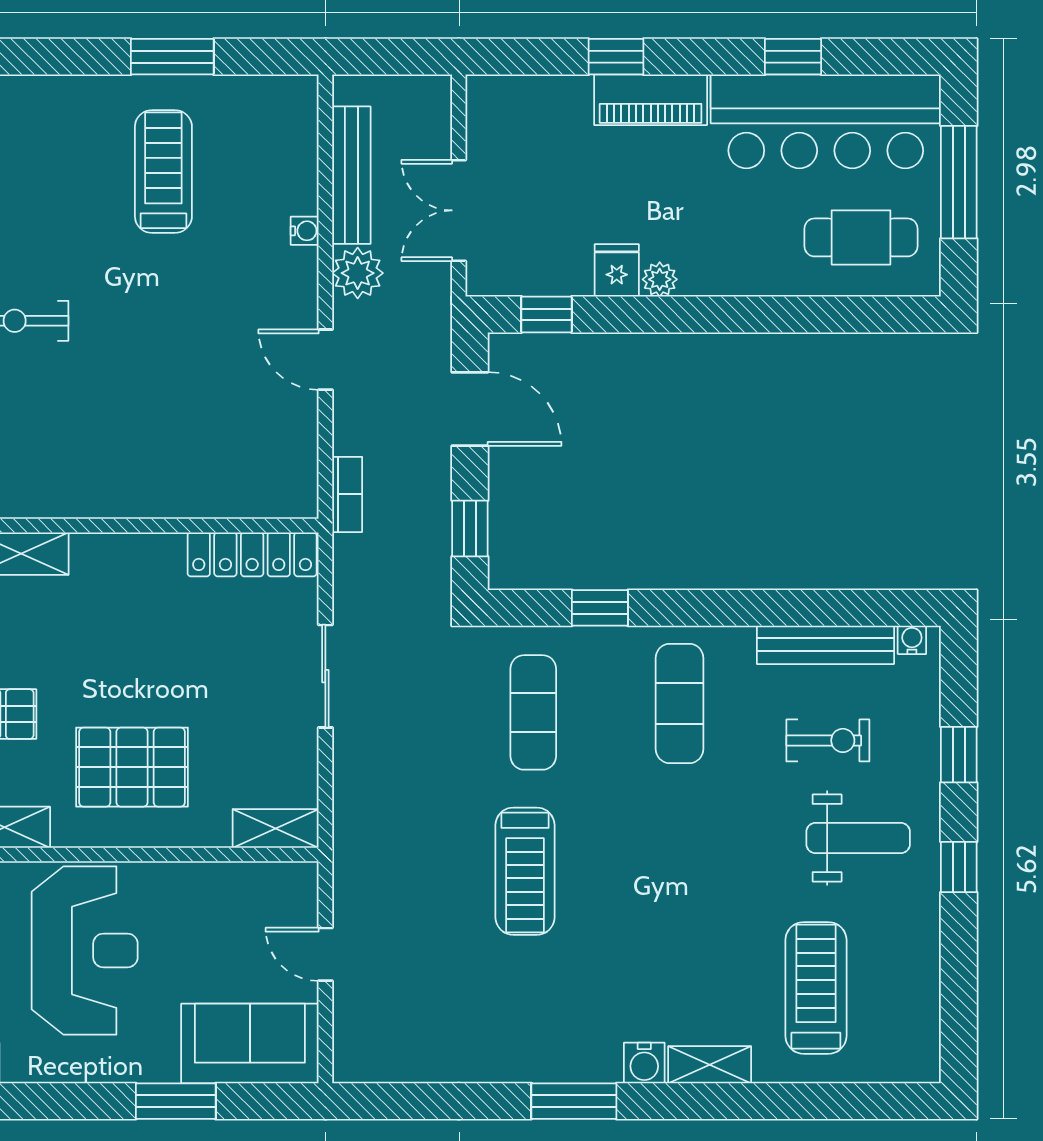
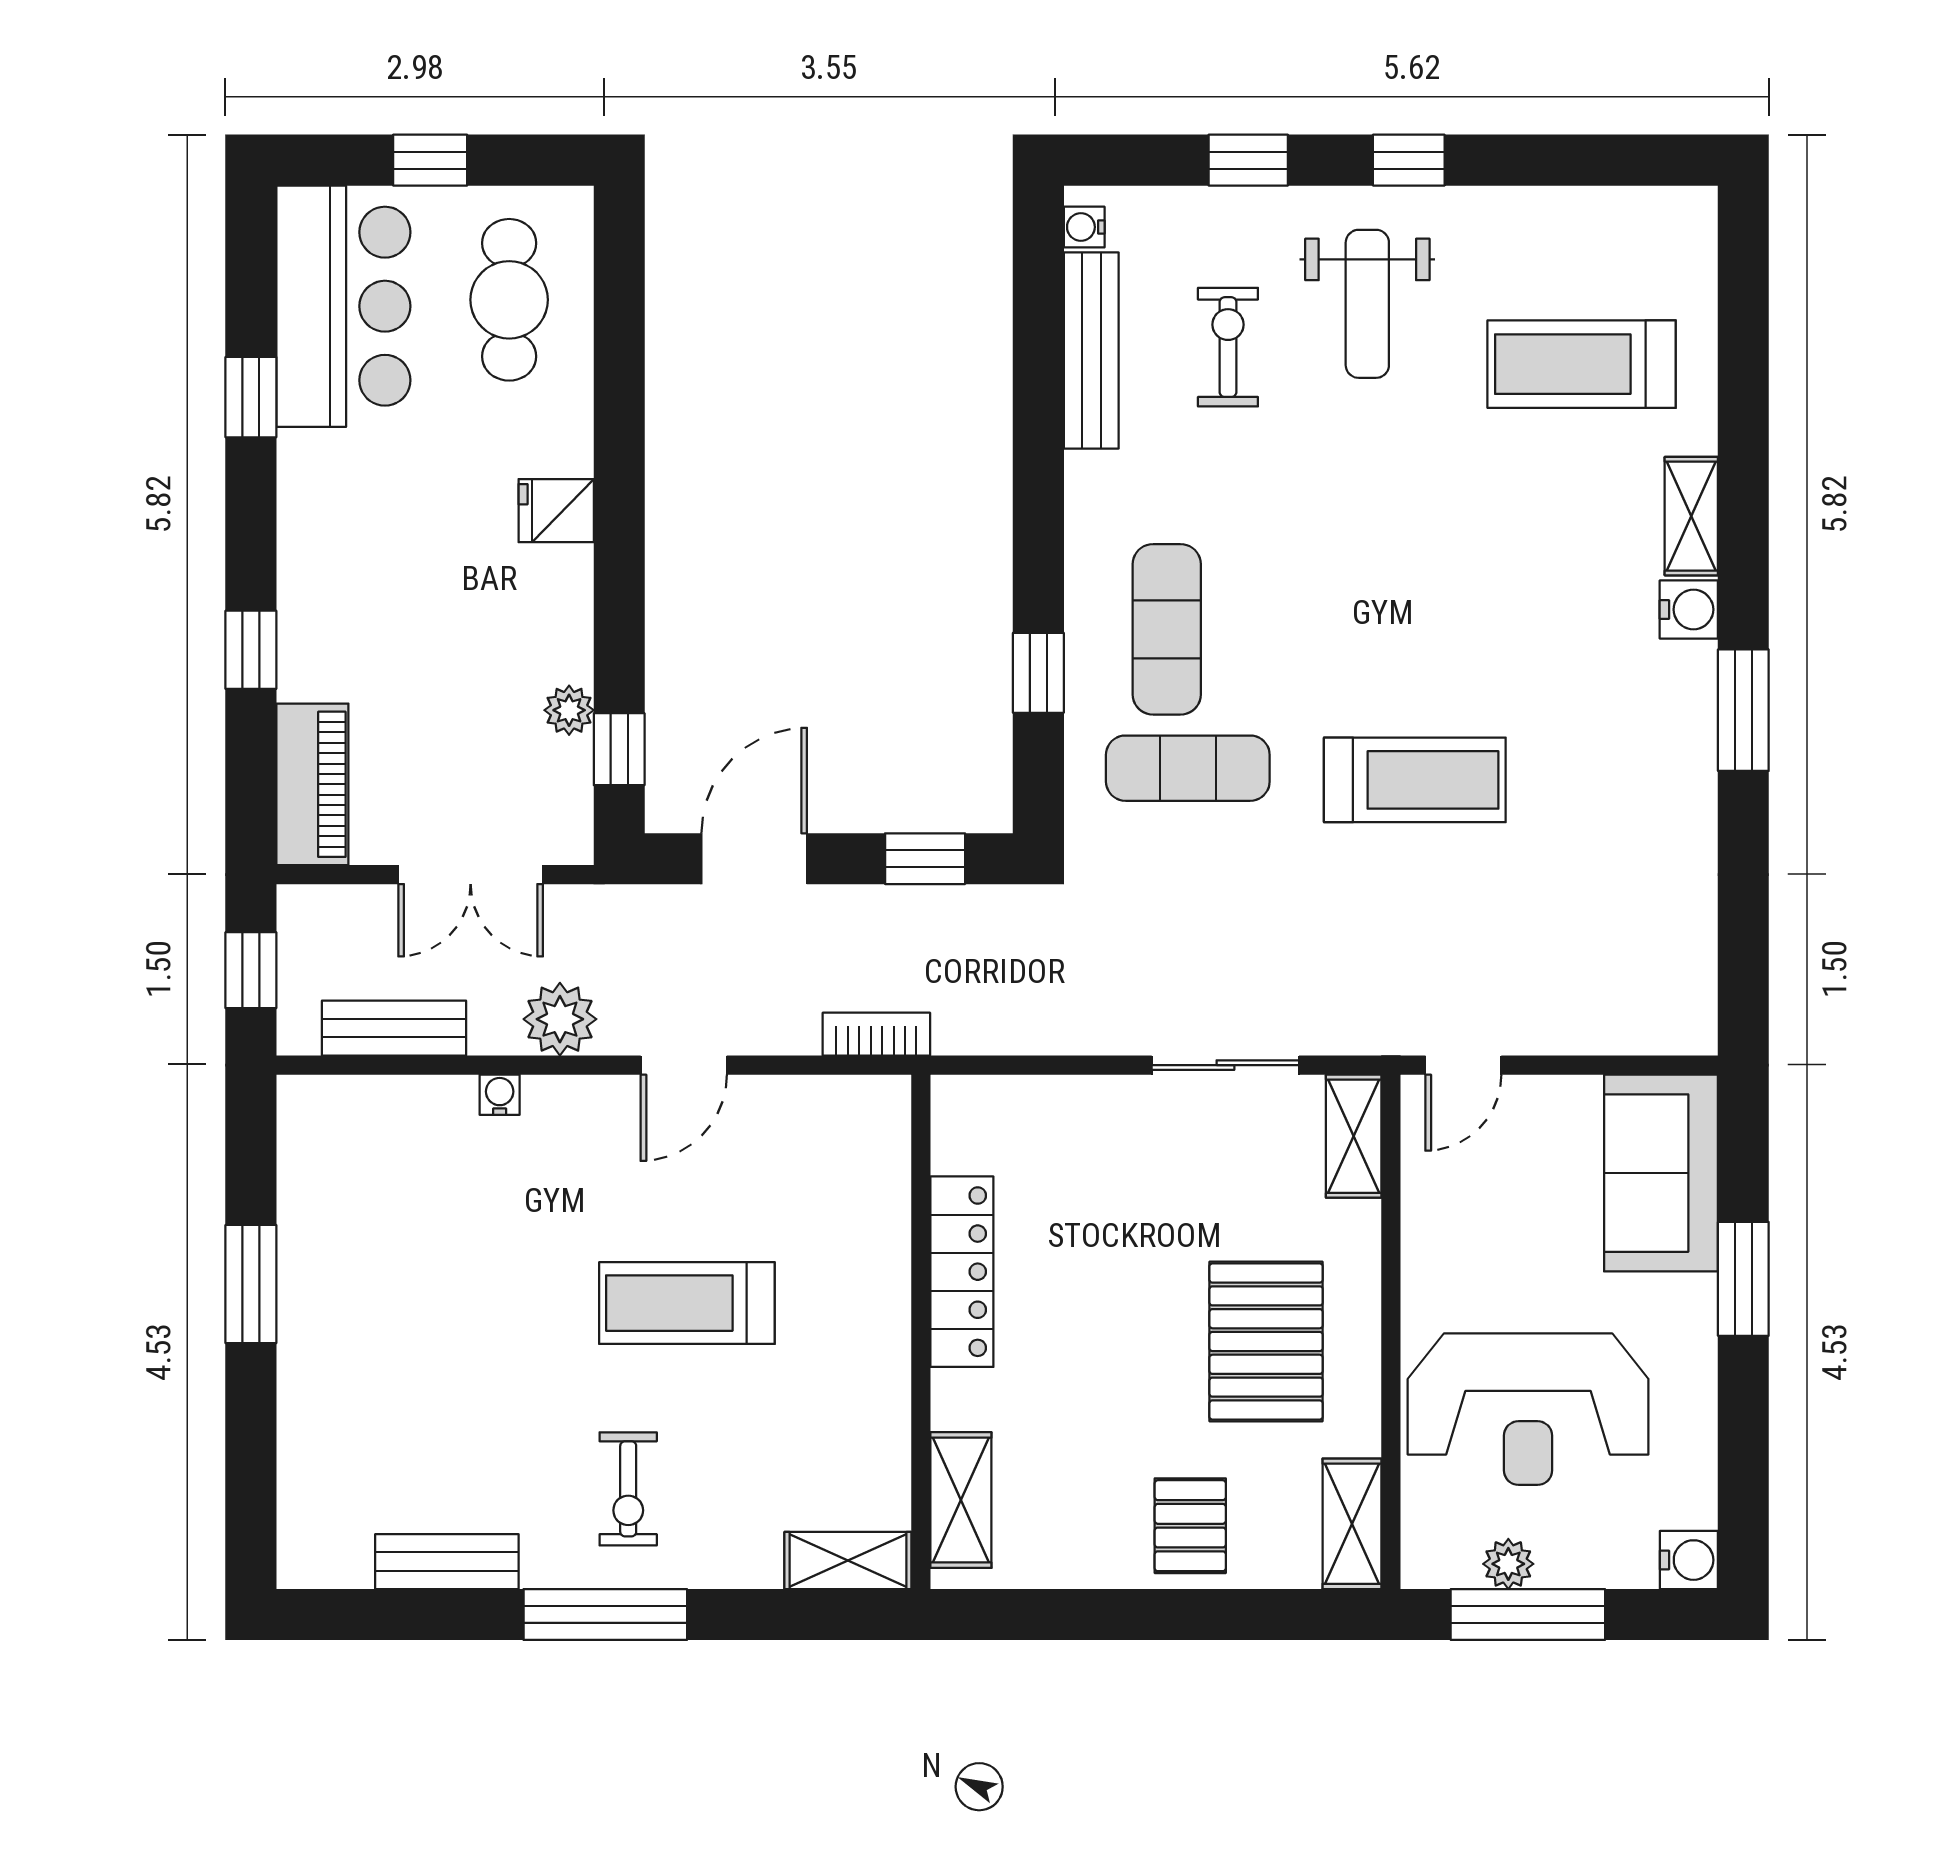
window: (392, 57) -> (251, 970), added
piano: (651, 100) -> (312, 784), moved
bar counter: (826, 121) -> (343, 306), width x0.73
treadmill: (163, 171) -> (687, 1303), moved
bench: (351, 175) -> (394, 1028), width x0.73
window: (959, 182) -> (430, 160), width x0.46
fridge: (617, 270) -> (556, 511), moved
plant: (660, 279) -> (569, 710), moved
locker: (252, 554) -> (962, 1272), moved
sliding door: (325, 676) -> (1225, 1065), moved
exercise mat: (680, 703) -> (1167, 629), moved, turned 90
weight bench: (858, 838) -> (1367, 304), turned 180
reception desk: (85, 950) -> (1528, 1409), turned 180
door: (325, 954) -> (1463, 1065), moved

